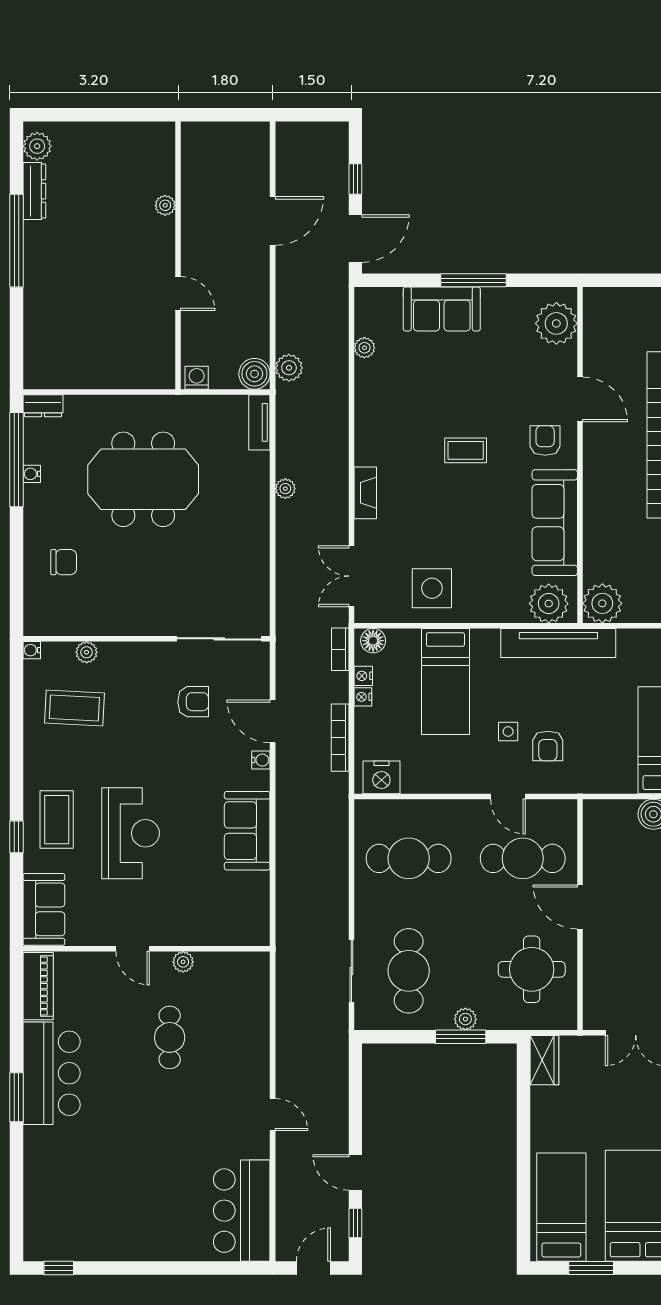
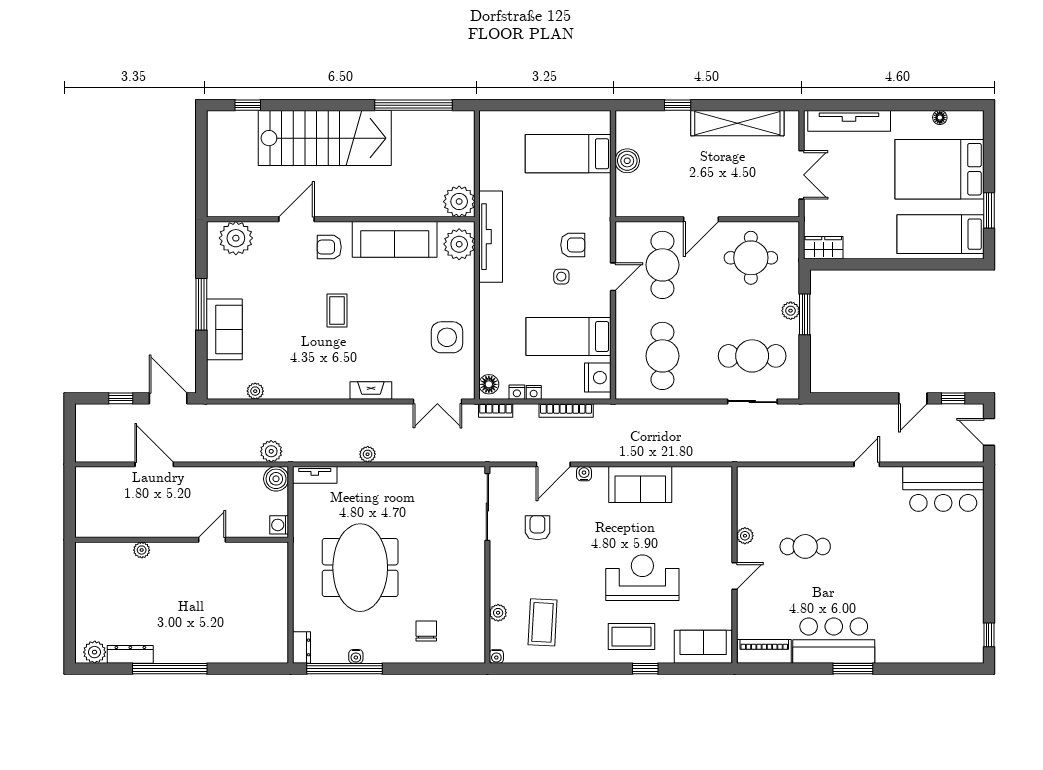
bed: (445, 681) -> (569, 336), moved, turned 180

